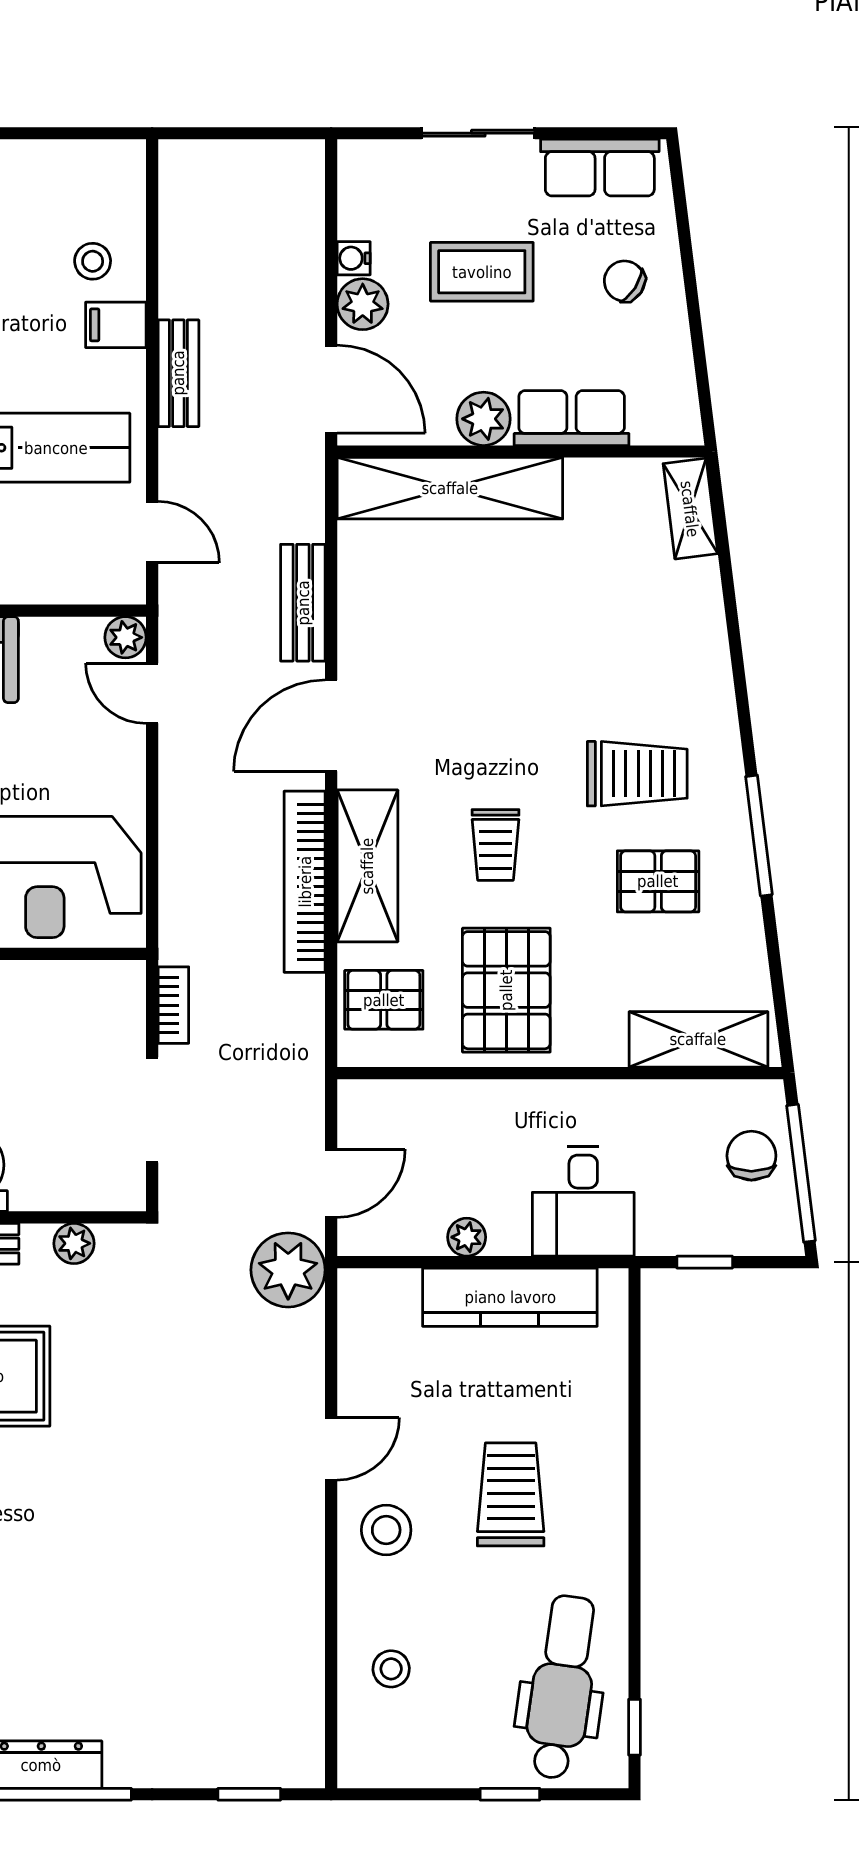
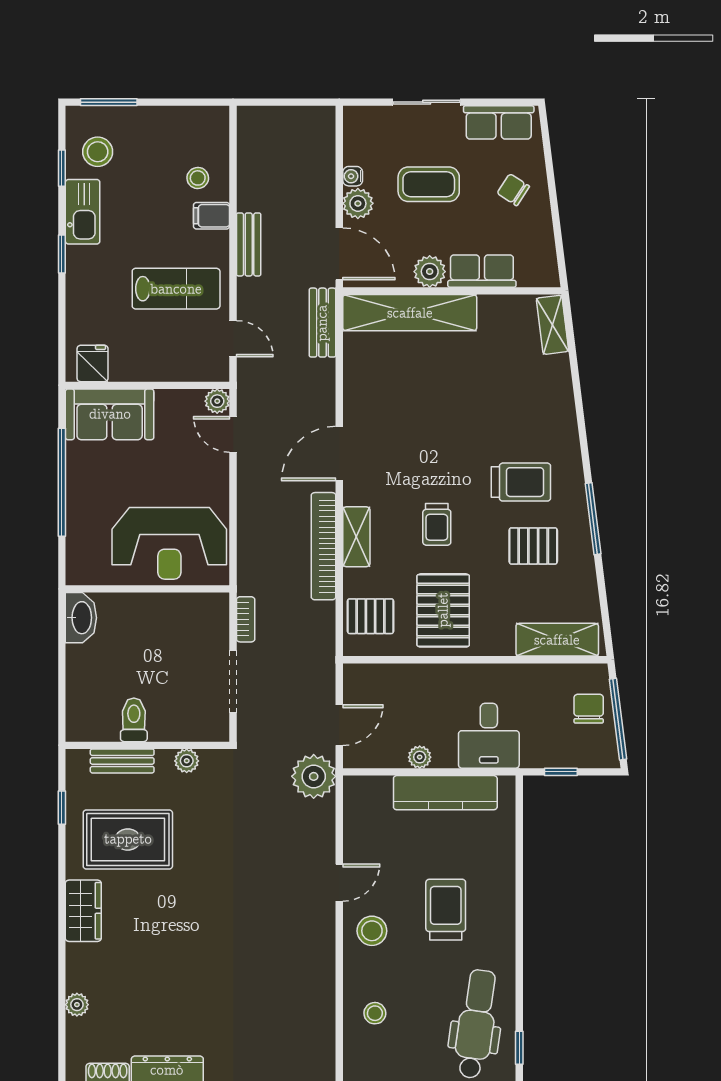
bench: (303, 603) -> (322, 323), moved
shelving: (367, 866) -> (356, 537), width x0.67, depth x0.75

